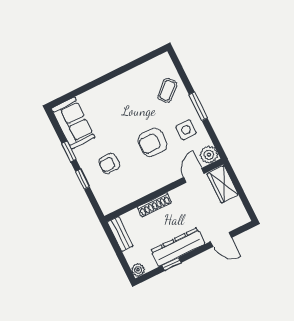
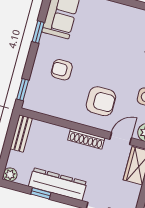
armchair: (152, 142) -> (101, 101), moved, turned 180
window: (82, 179) -> (23, 90), moved
shoe rack: (154, 205) -> (86, 139), moved

